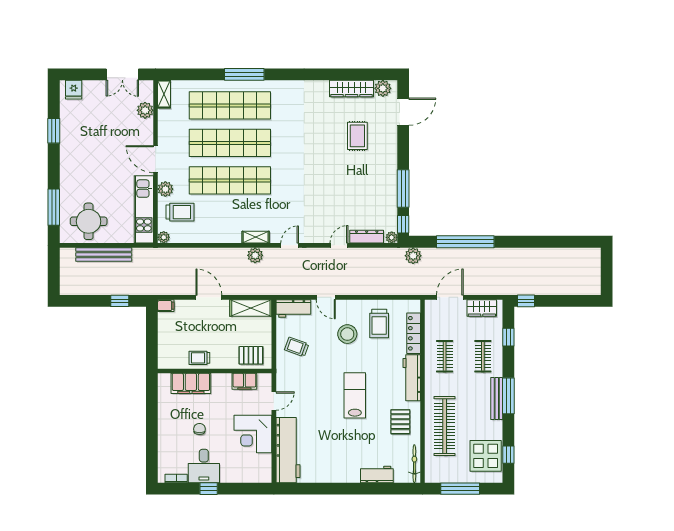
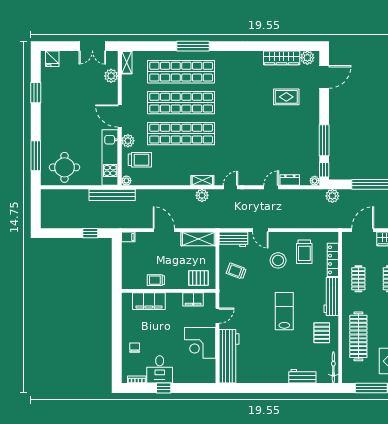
rug: (357, 136) -> (286, 97), turned 90
dresser: (367, 237) -> (290, 180), width x0.70
bench: (104, 254) -> (112, 195), moved
chair: (199, 429) -> (135, 348), moved

